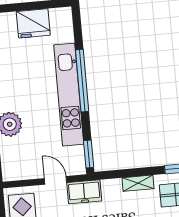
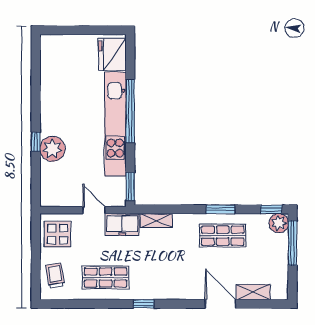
fridge: (33, 23) -> (112, 54), moved, turned 90
shelving: (138, 183) -> (156, 221), moved

